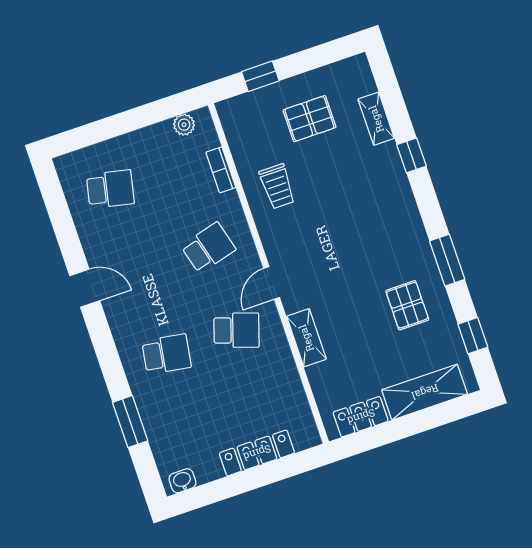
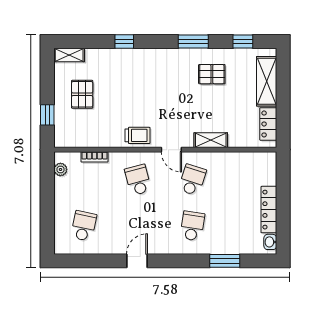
shelving: (376, 119) -> (69, 55), moved
trolley: (277, 186) -> (137, 135), moved
locker: (257, 453) -> (269, 210), moved

